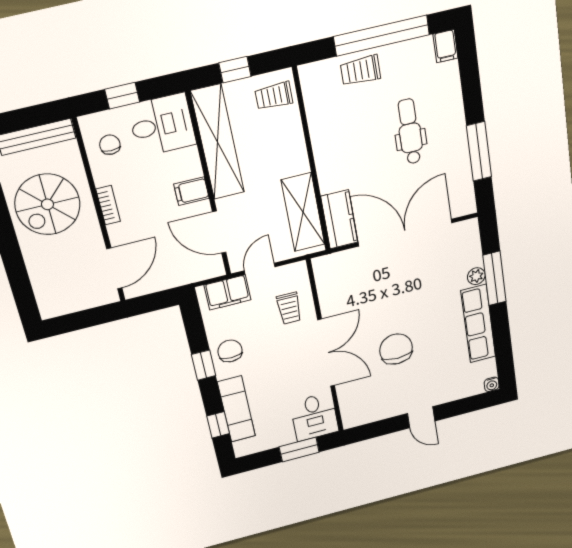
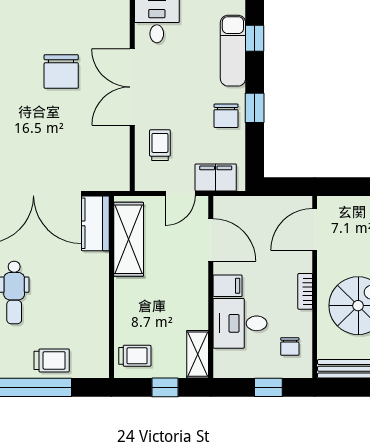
desk: (162, 125) -> (240, 323), moved
shelving: (218, 142) -> (198, 354), width x0.45, depth x0.75

